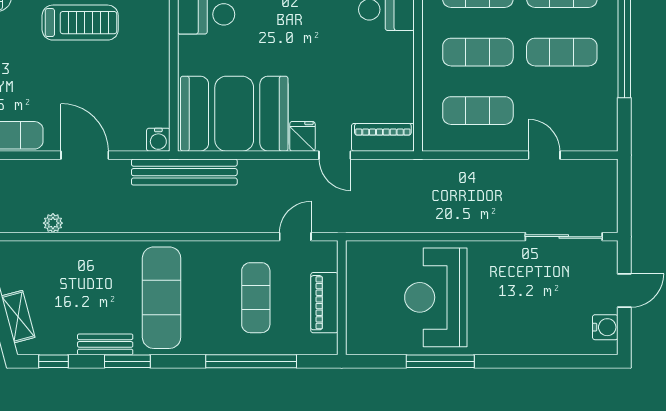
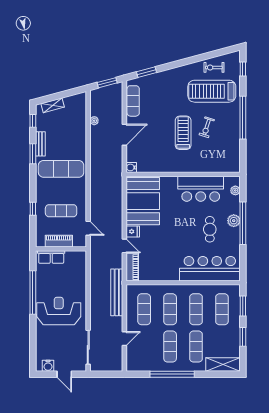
treadmill: (80, 23) -> (183, 133), turned 180
door: (335, 155) -> (124, 246), swing flipped
bench: (184, 172) -> (117, 292), moved
reception desk: (436, 297) -> (59, 311), moved
row of seats: (360, 320) -> (51, 257), added
window: (251, 361) -> (33, 209), width x0.32
window: (440, 361) -> (33, 293), width x1.46

